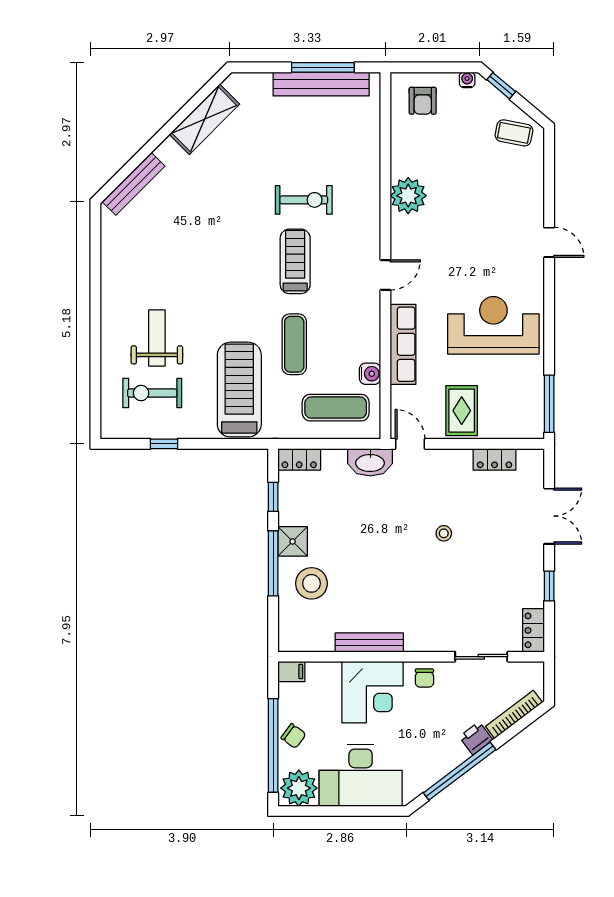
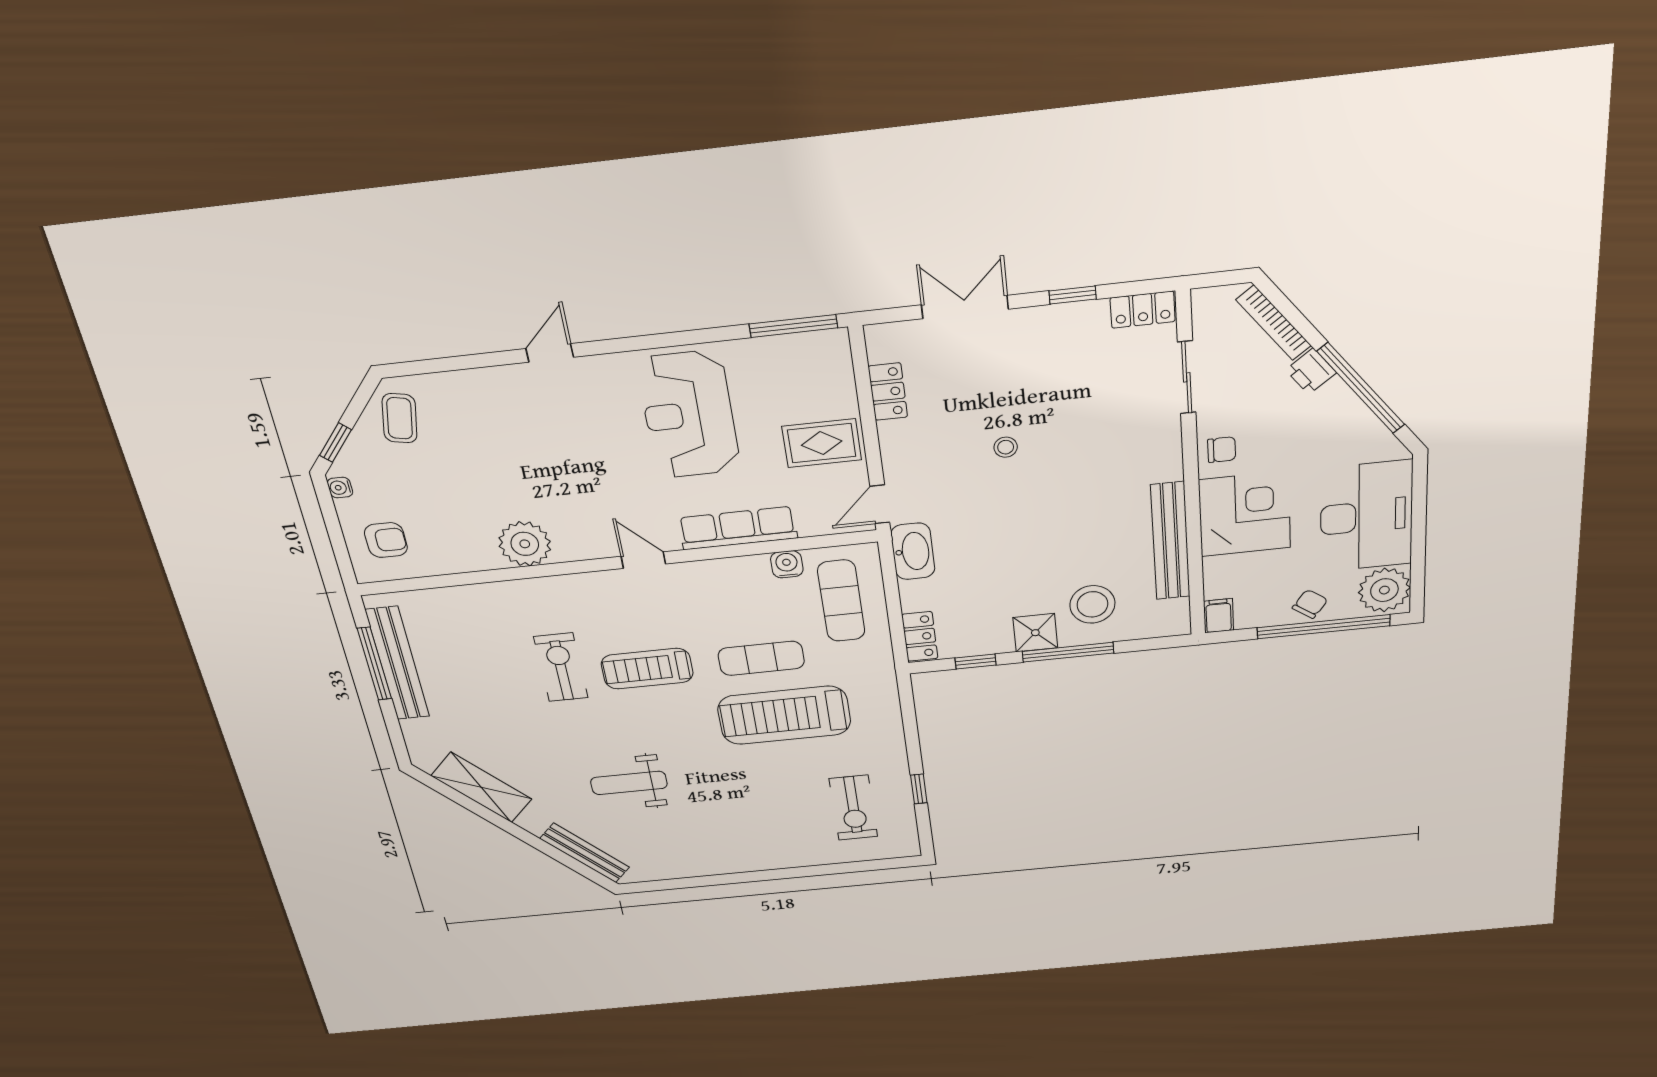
weight bench: (157, 338) -> (629, 783), moved
treadmill: (239, 390) -> (784, 715), moved
bench: (369, 642) -> (1170, 541), width x1.37, depth x1.21

